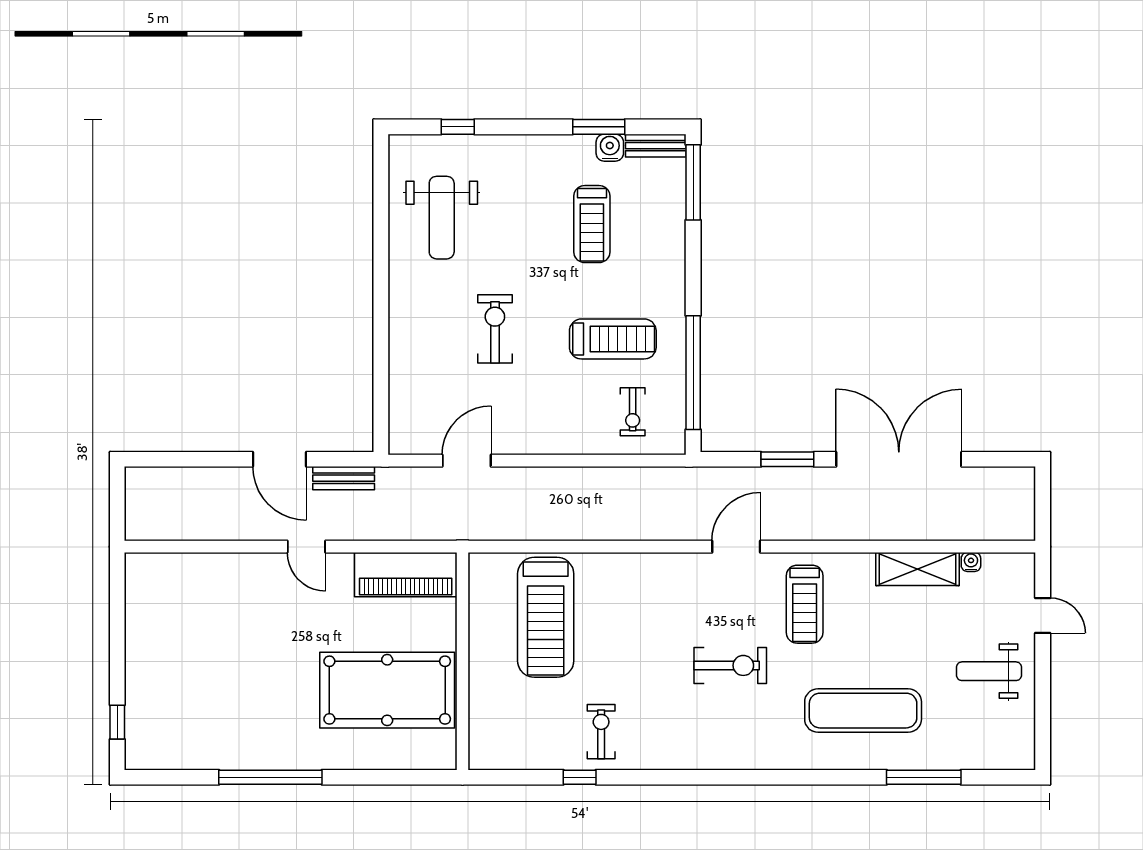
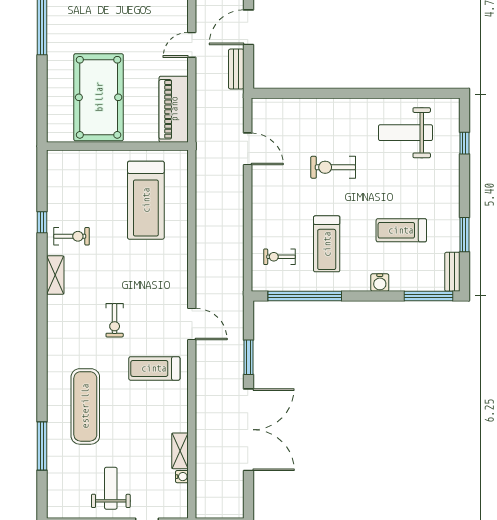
water cooler: (610, 148) -> (380, 283), moved, turned 90
exercise bike: (495, 329) -> (333, 167), turned 180
shelving: (917, 569) -> (180, 451), width x0.67, depth x0.75
treadmill: (546, 617) -> (146, 200), turned -90
exercise bike: (730, 665) -> (115, 320), width x0.73, depth x0.72
shelving: (661, 757) -> (55, 275), added

